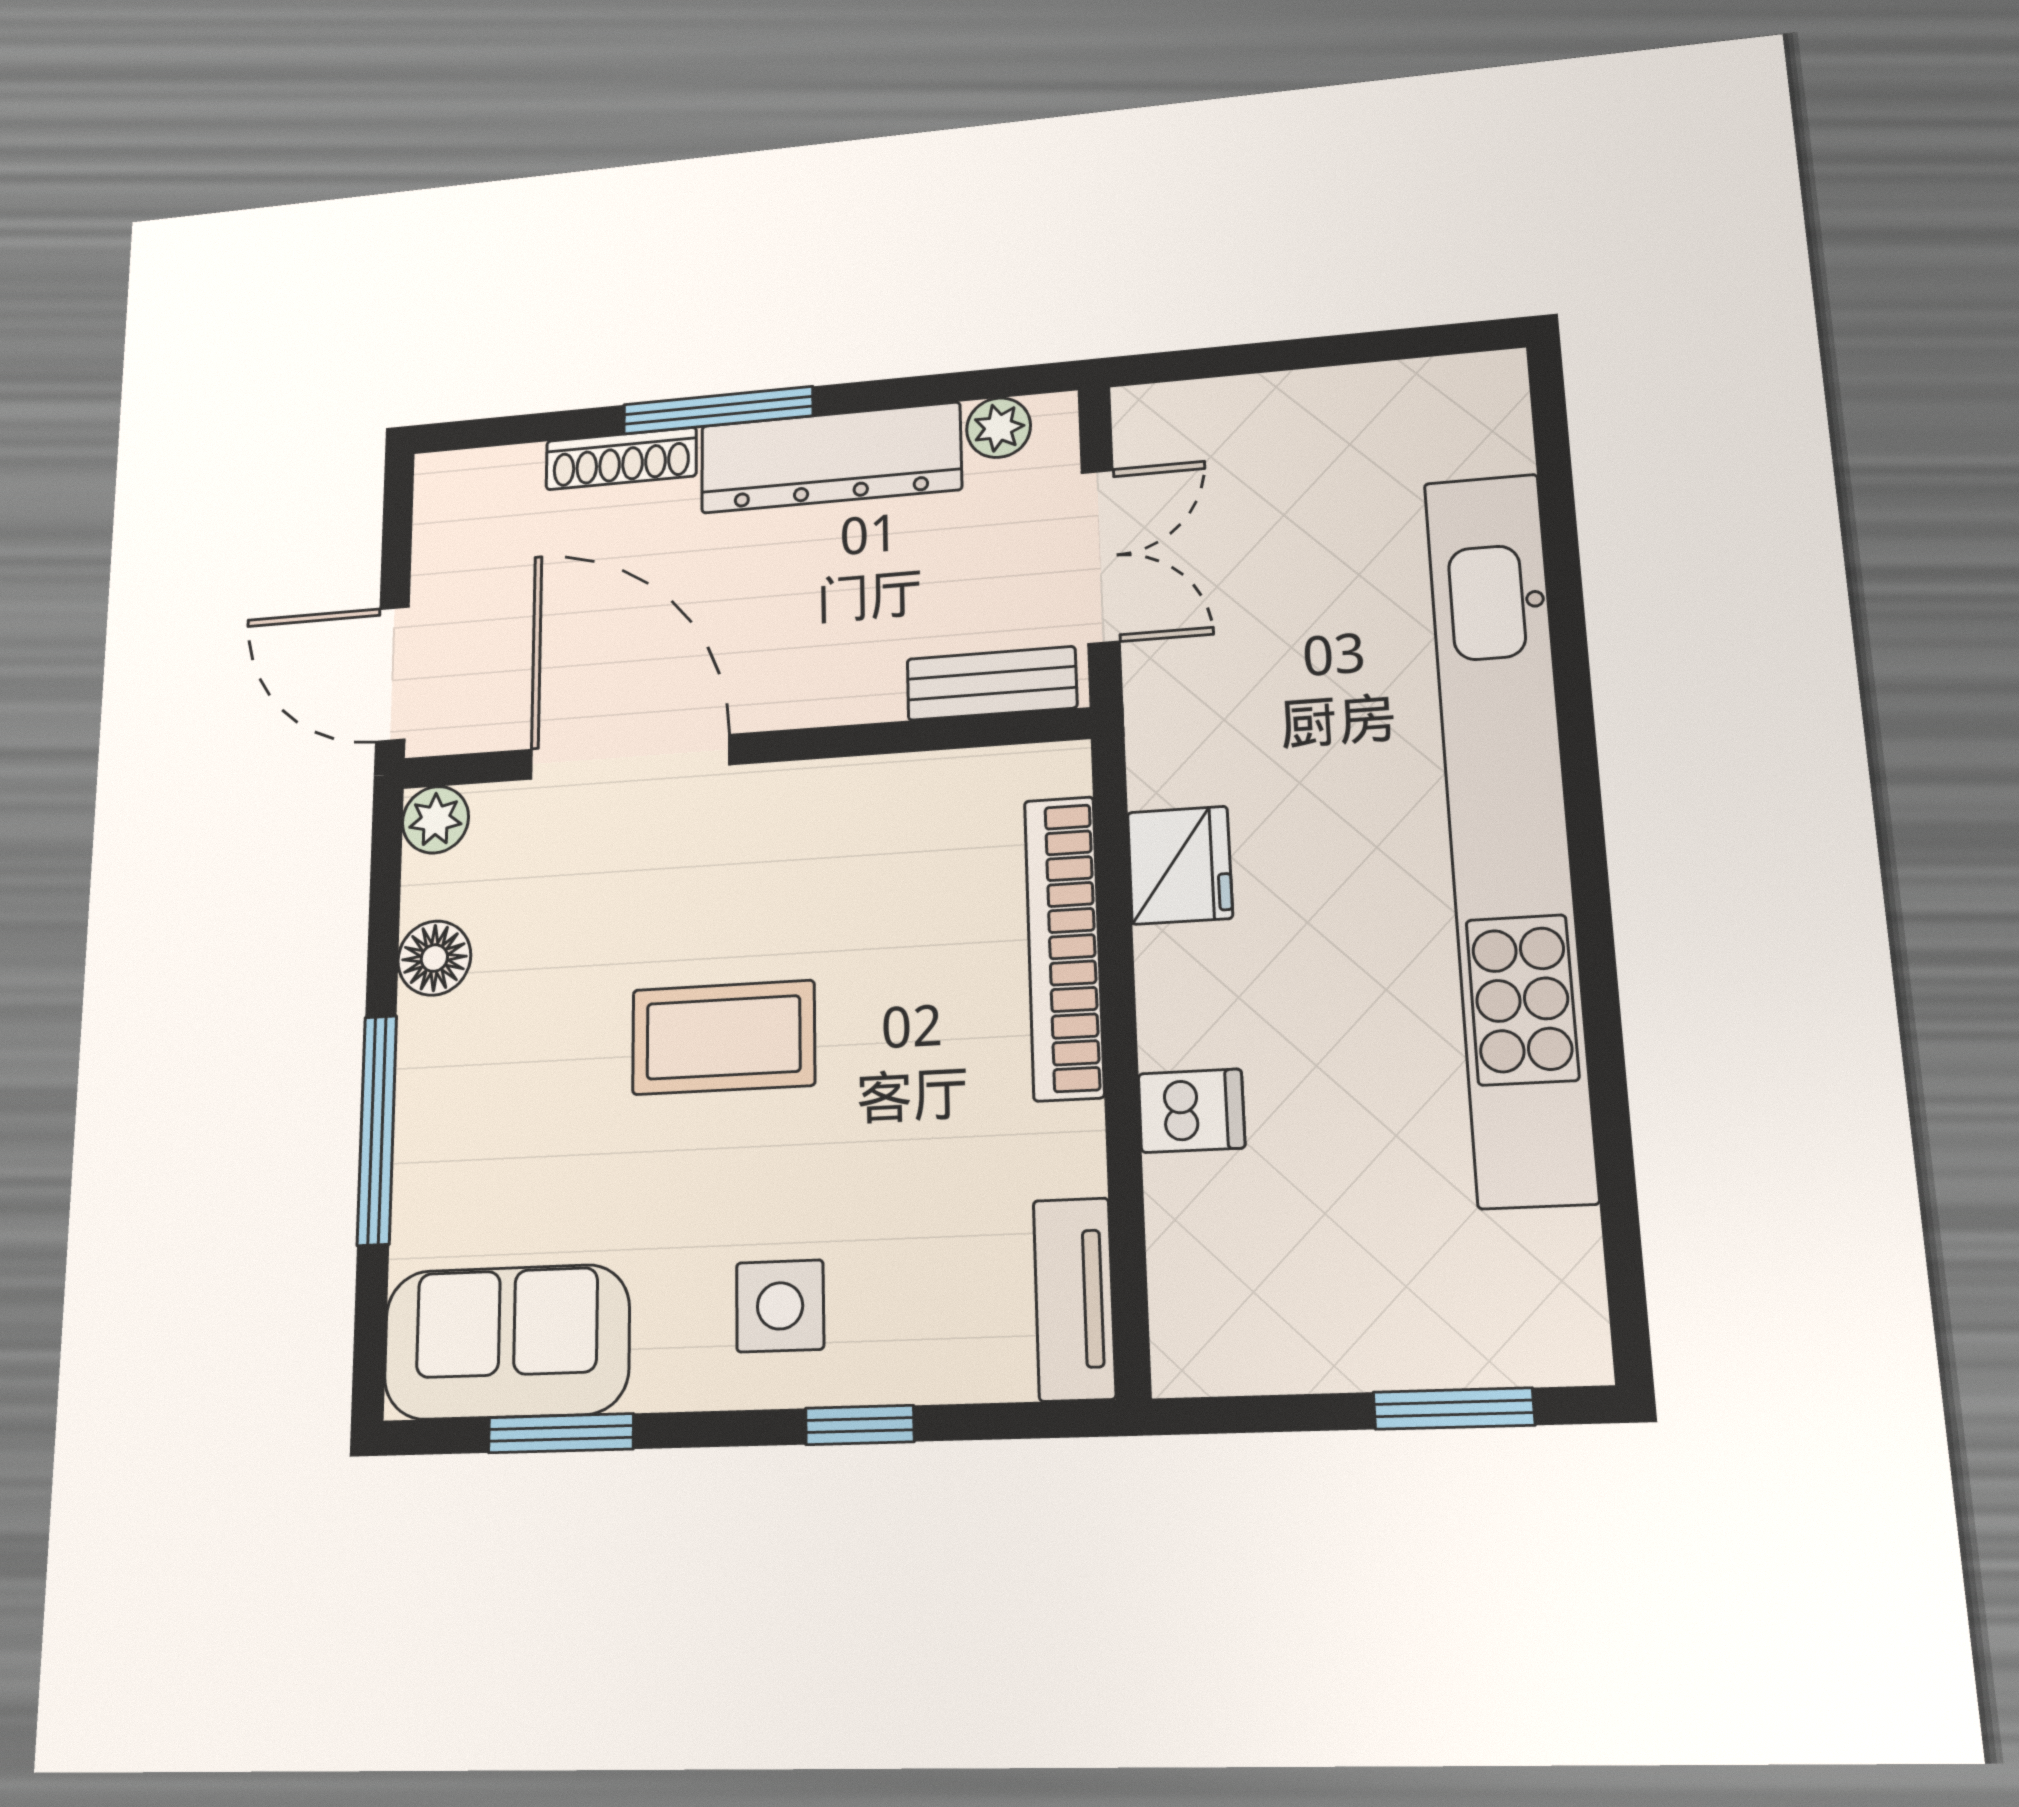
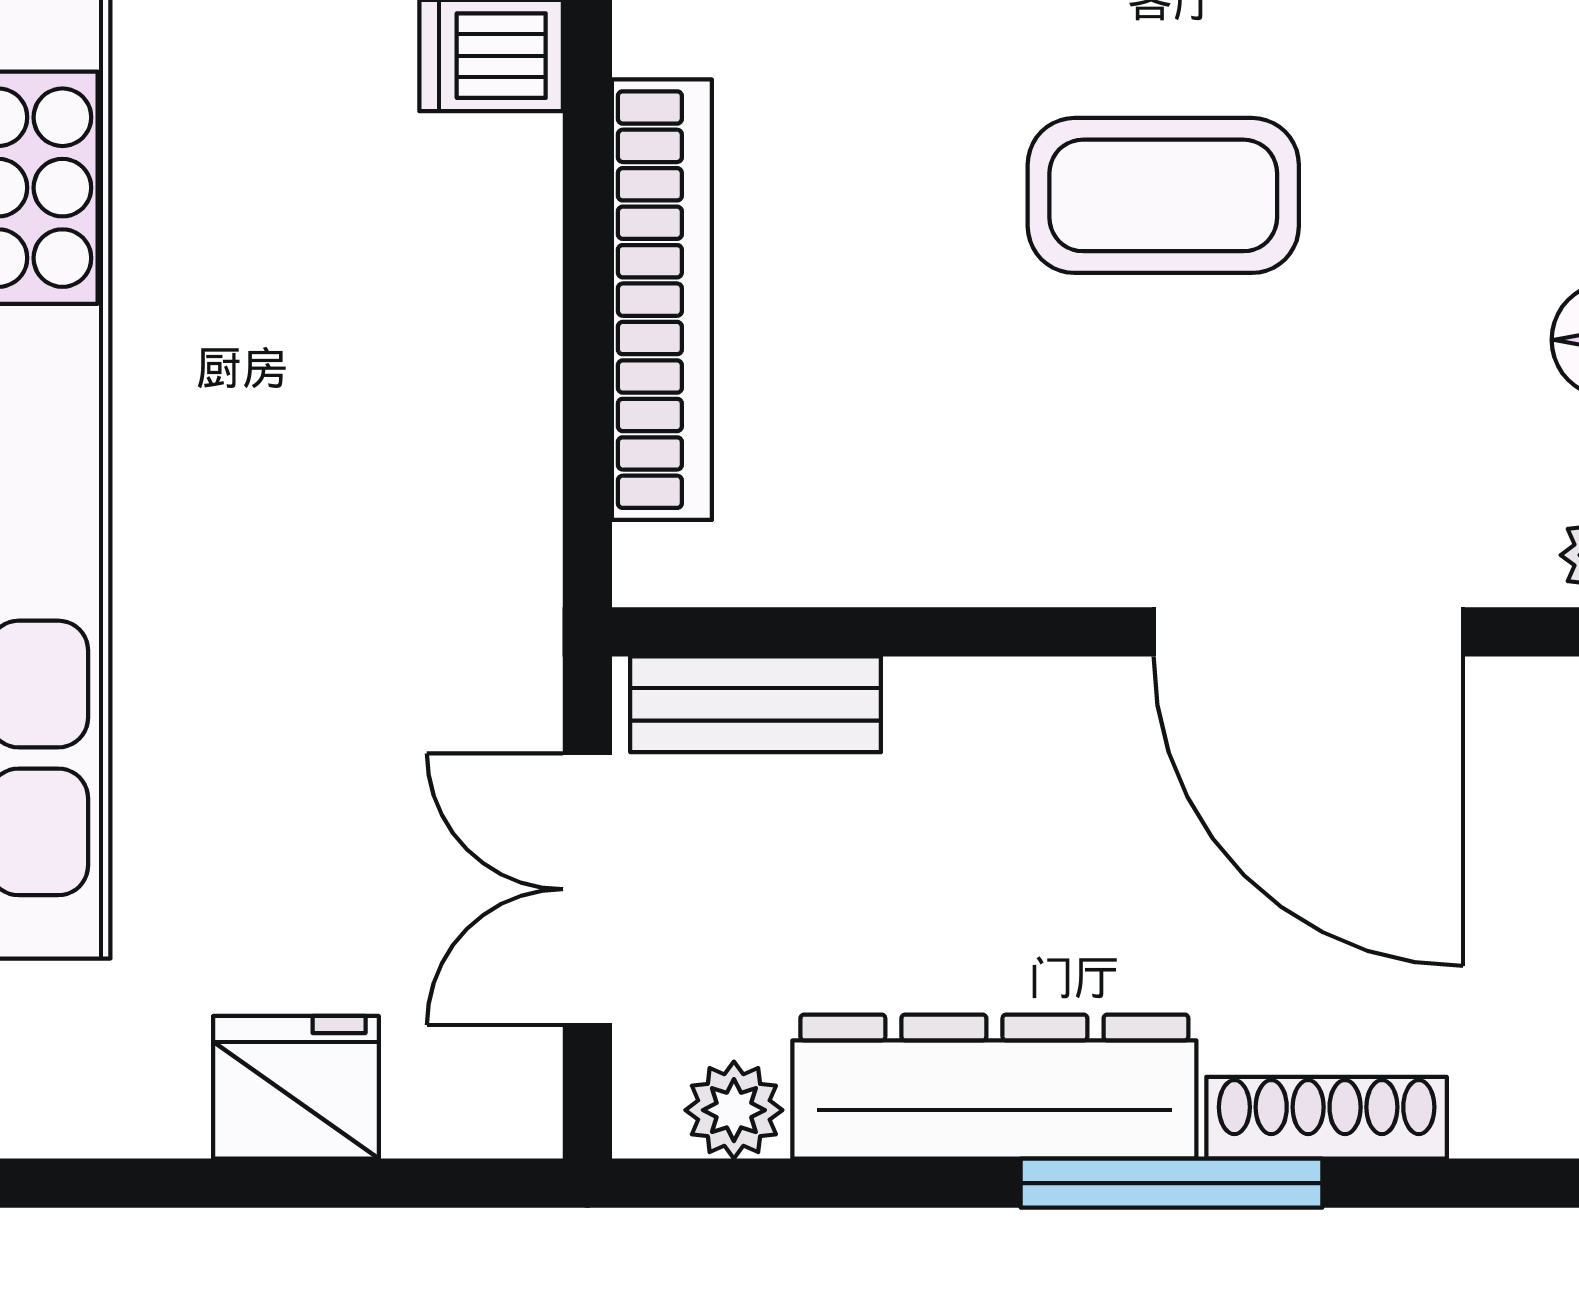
fridge: (1180, 865) -> (296, 1087), moved, turned 90

